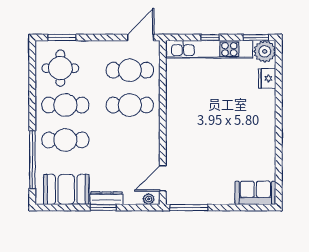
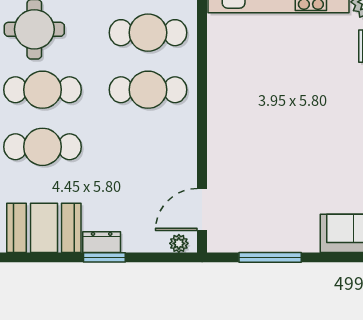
dresser: (106, 198) -> (102, 242), width x0.70
window: (189, 208) -> (270, 257), moved

